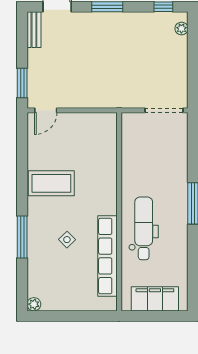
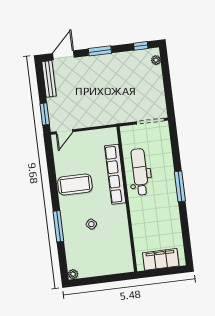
bench: (34, 30) -> (49, 79), width x1.36
dental chair: (144, 228) -> (140, 172), moved
row of seats: (108, 256) -> (115, 174), moved

